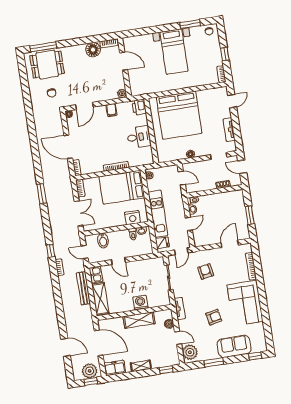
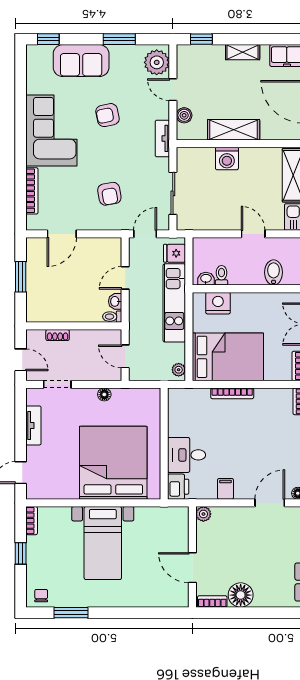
bed with nightstands: (174, 52) -> (103, 543), moved, turned 180
desk: (139, 137) -> (187, 455), moved

